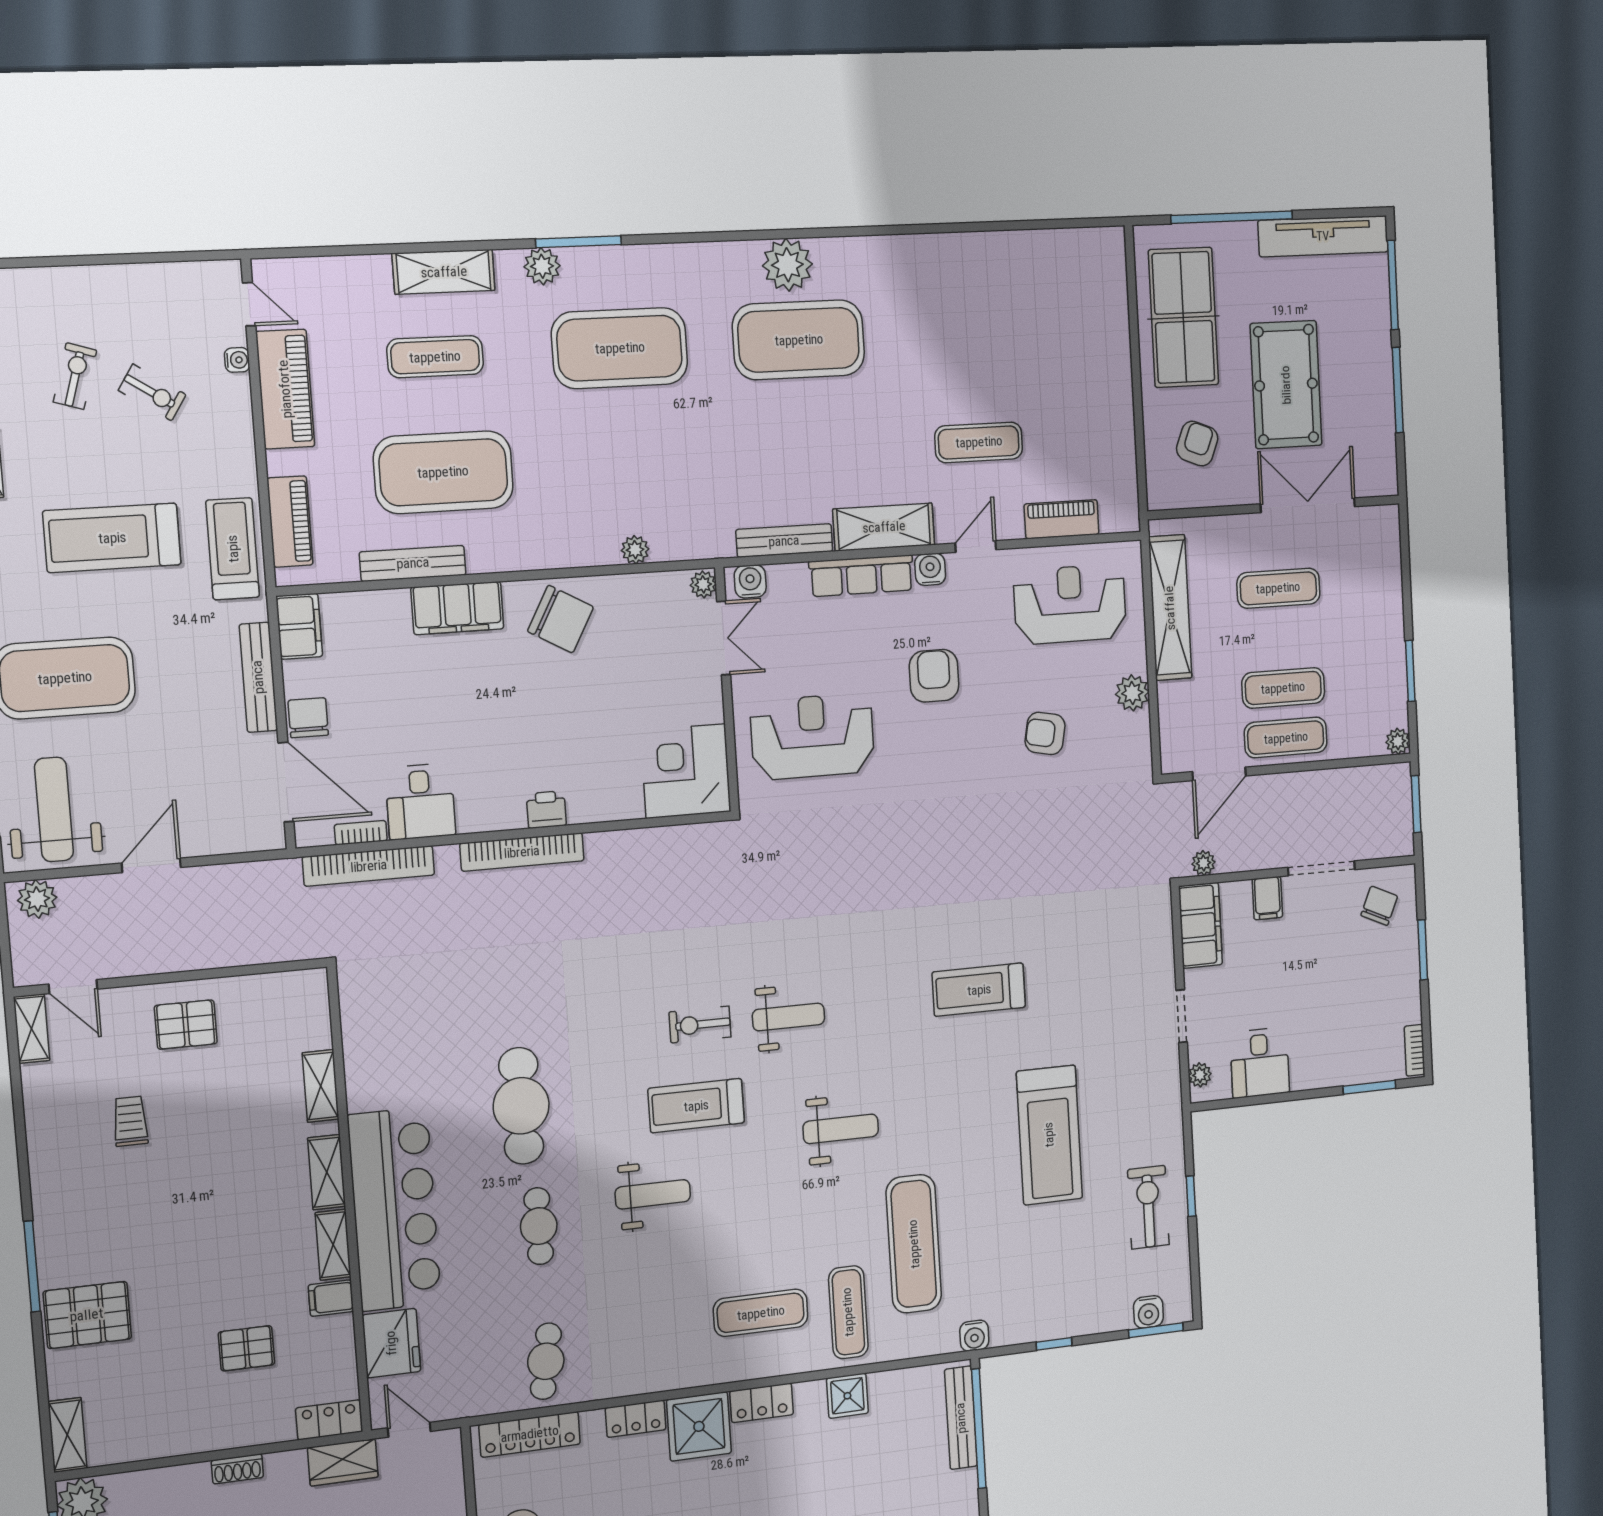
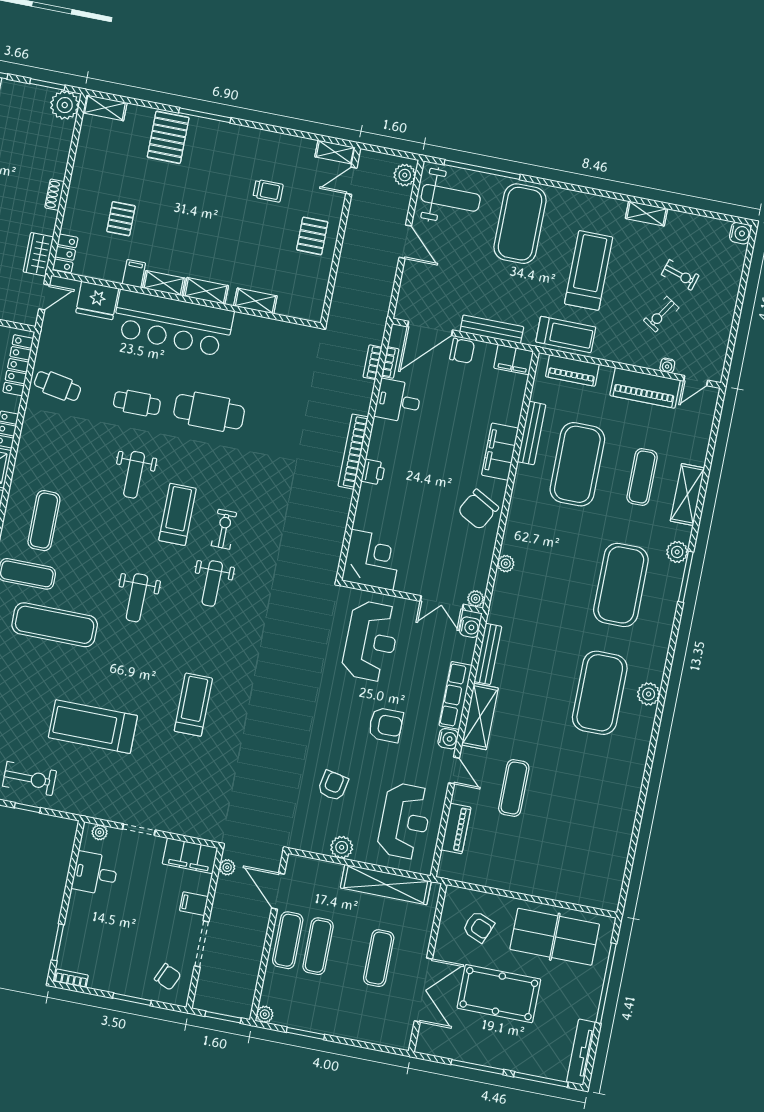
tv unit: (1323, 236) -> (581, 1052), width x0.73, depth x0.78
plant: (787, 265) -> (649, 694), width x0.73, depth x0.73
bookcase: (369, 866) -> (372, 362), width x0.43, depth x0.76

